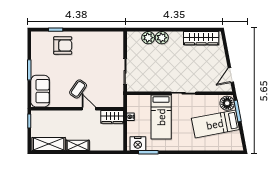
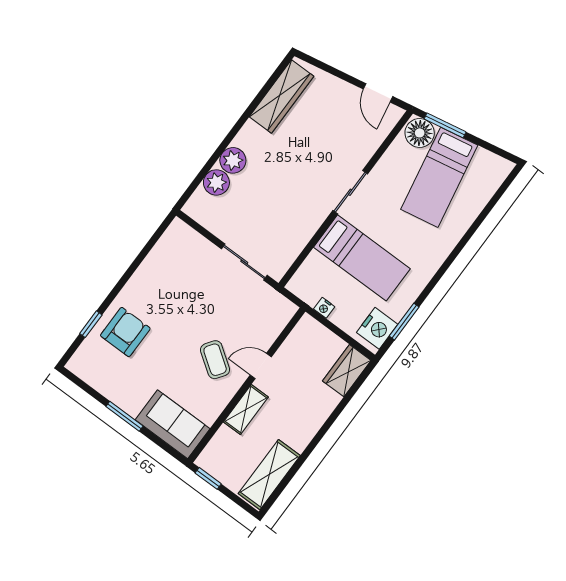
wardrobe: (112, 117) -> (347, 371), moved, turned 180
shelving: (78, 145) -> (246, 410), moved

